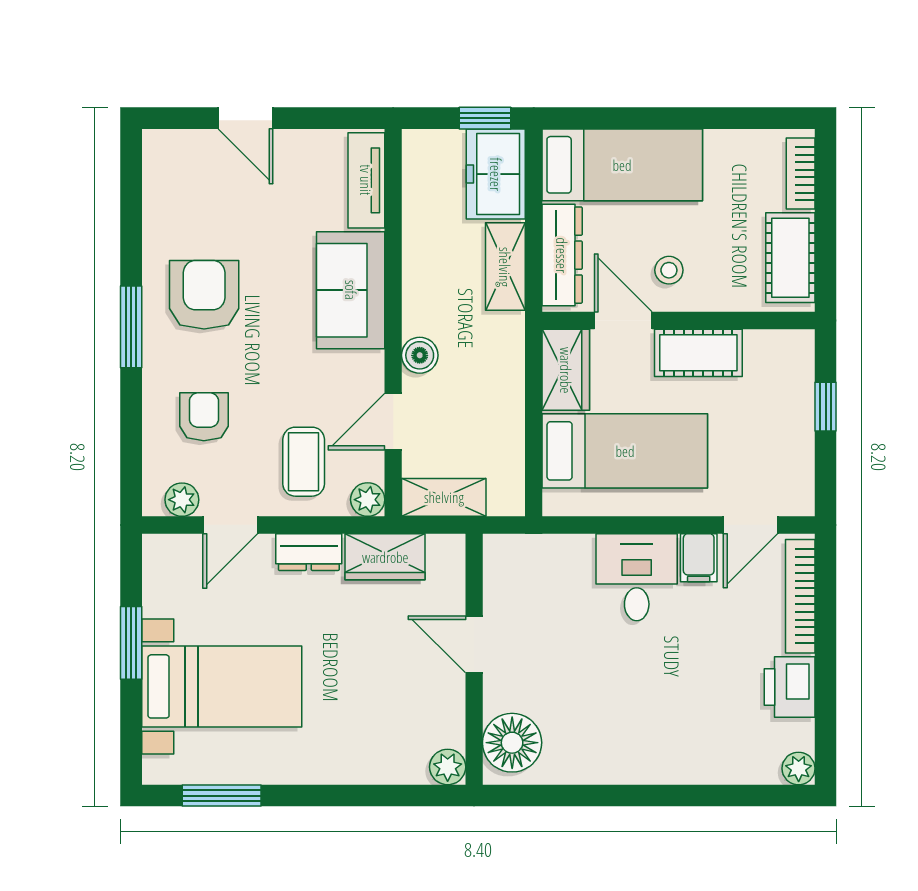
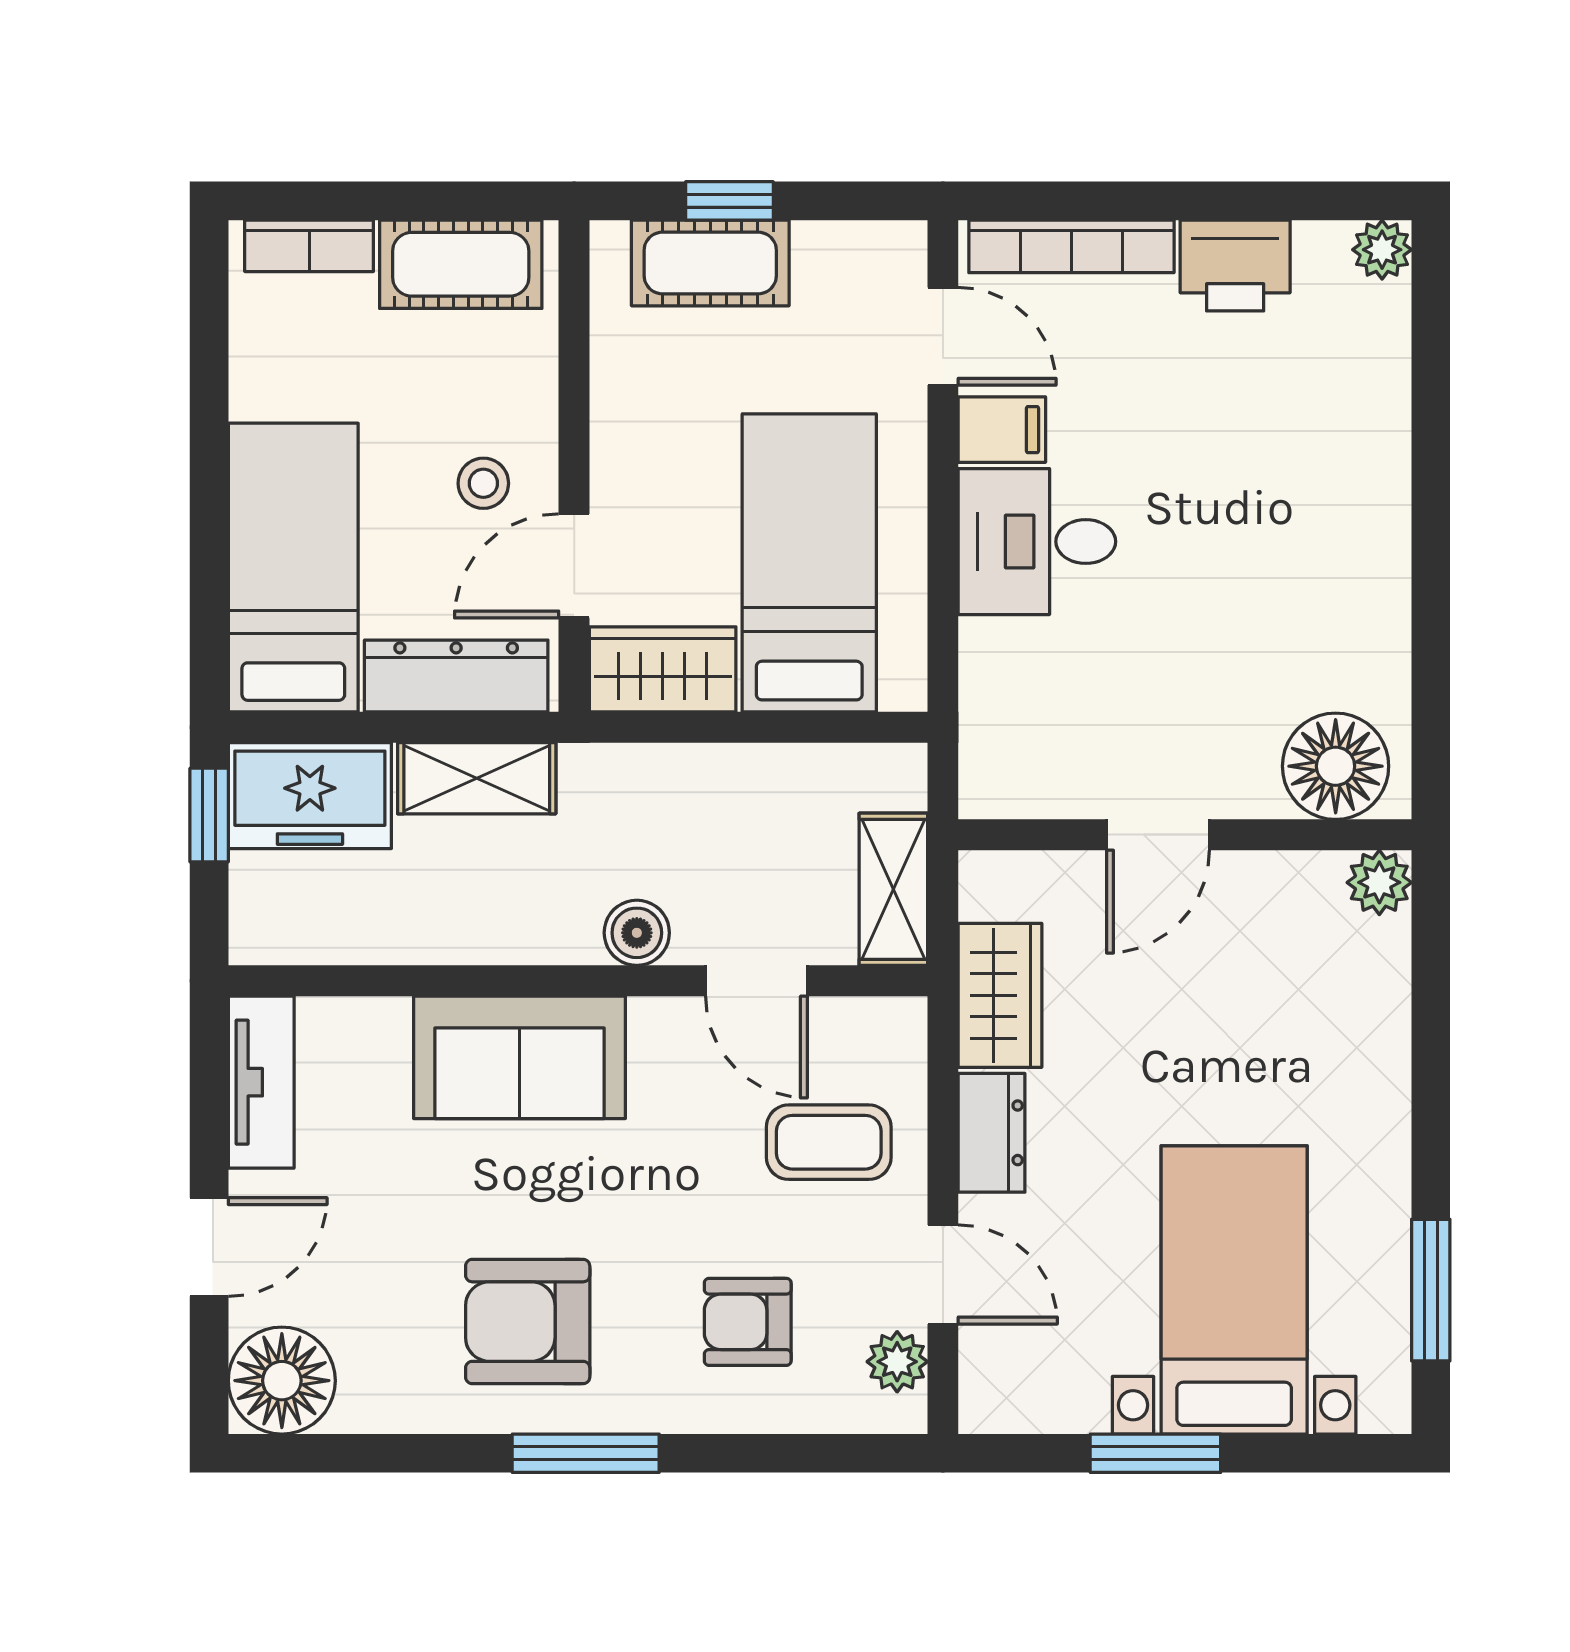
floor lamp: (171, 158) -> (282, 1381), added
tv unit: (366, 180) -> (261, 1082), moved, turned -90
cot: (698, 353) -> (710, 263), moved, turned 90
plant: (368, 500) -> (897, 1027), removed

